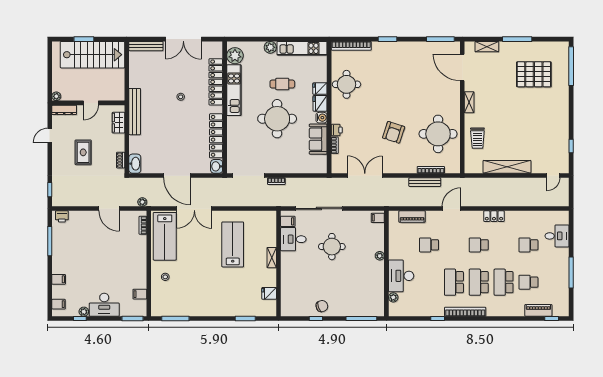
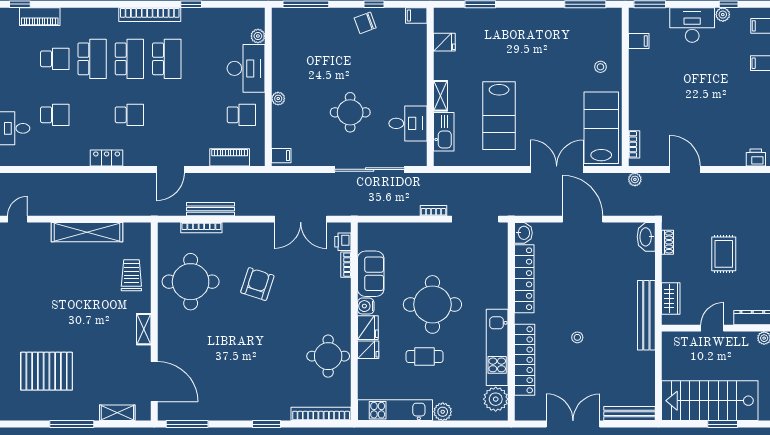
printer: (337, 130) -> (343, 242), moved
filing cabinet: (288, 221) -> (416, 15), moved
kitchen sink: (270, 234) -> (444, 132), added
school desk: (429, 245) -> (241, 115), moved

